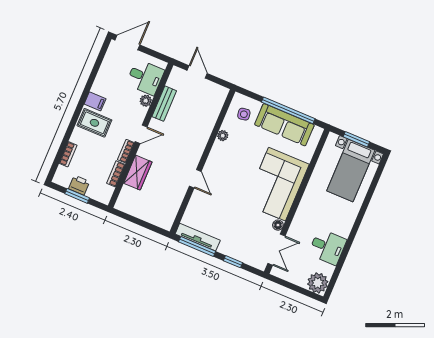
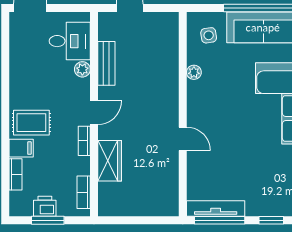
filing cabinet: (95, 101) -> (21, 148), moved
bookcase: (116, 174) -> (84, 192), moved

